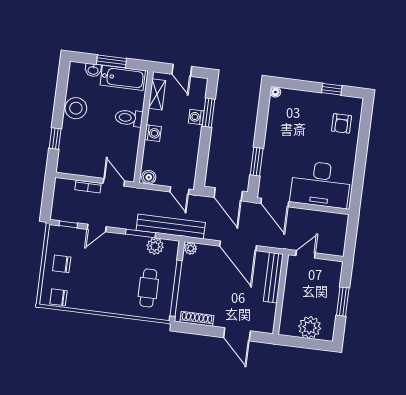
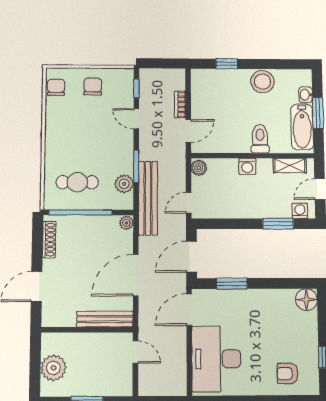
floor lamp: (275, 92) -> (306, 300), width x1.89, depth x1.89
washing machine: (196, 117) -> (300, 211), moved

